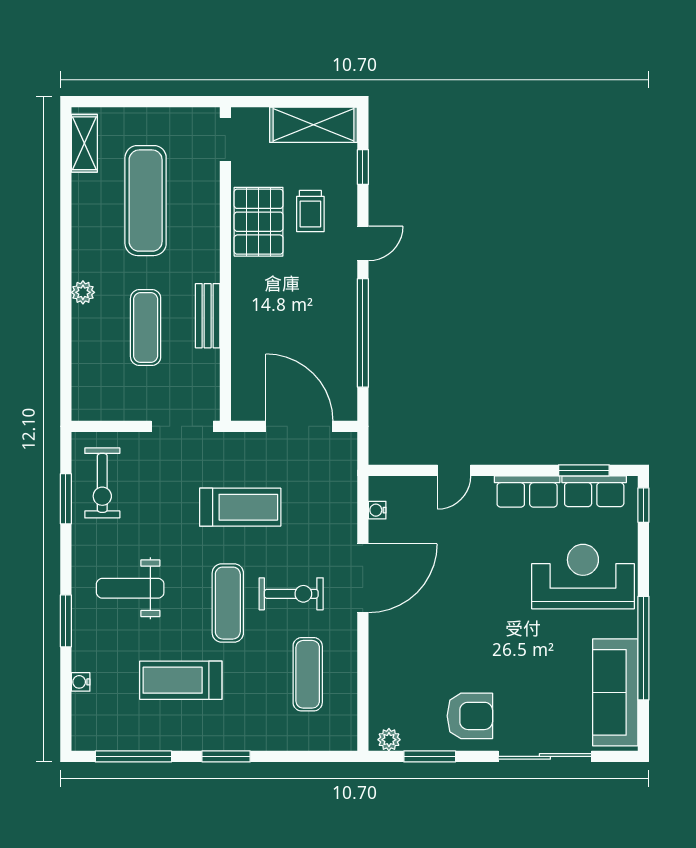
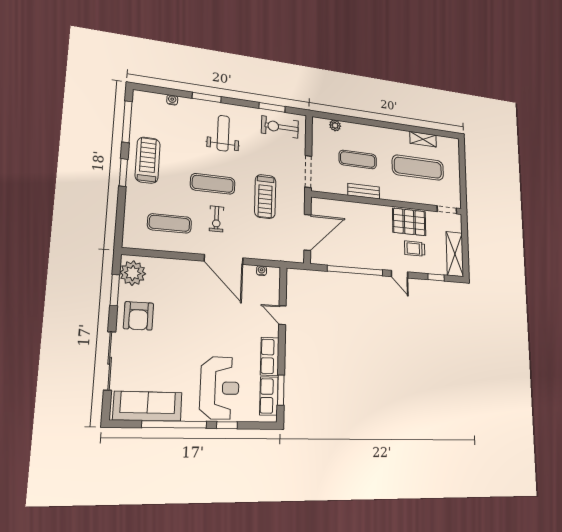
shelving: (84, 143) -> (423, 139), moved
plant: (83, 292) -> (335, 125), moved
window: (643, 505) -> (227, 425), moved
exercise bike: (291, 594) -> (216, 219), width x0.73, depth x0.72
treadmill: (181, 680) -> (148, 160), moved
plant: (389, 740) -> (133, 273), width x1.87, depth x1.87

